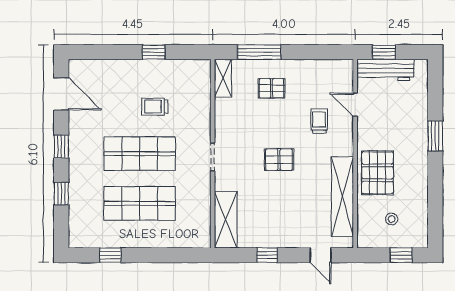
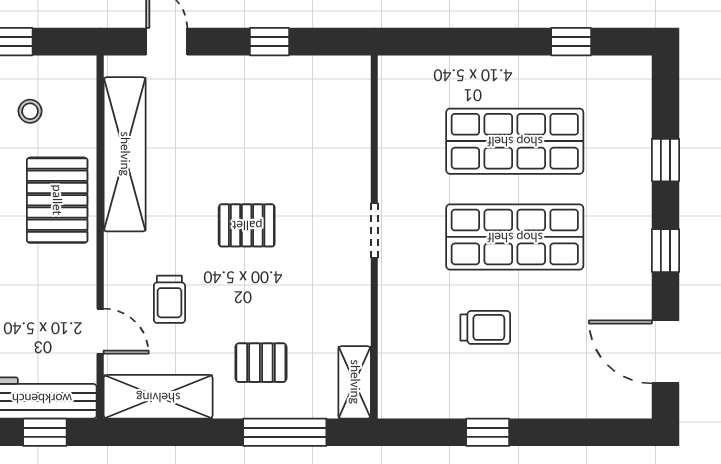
shelving: (226, 220) -> (158, 397), moved, turned 90

